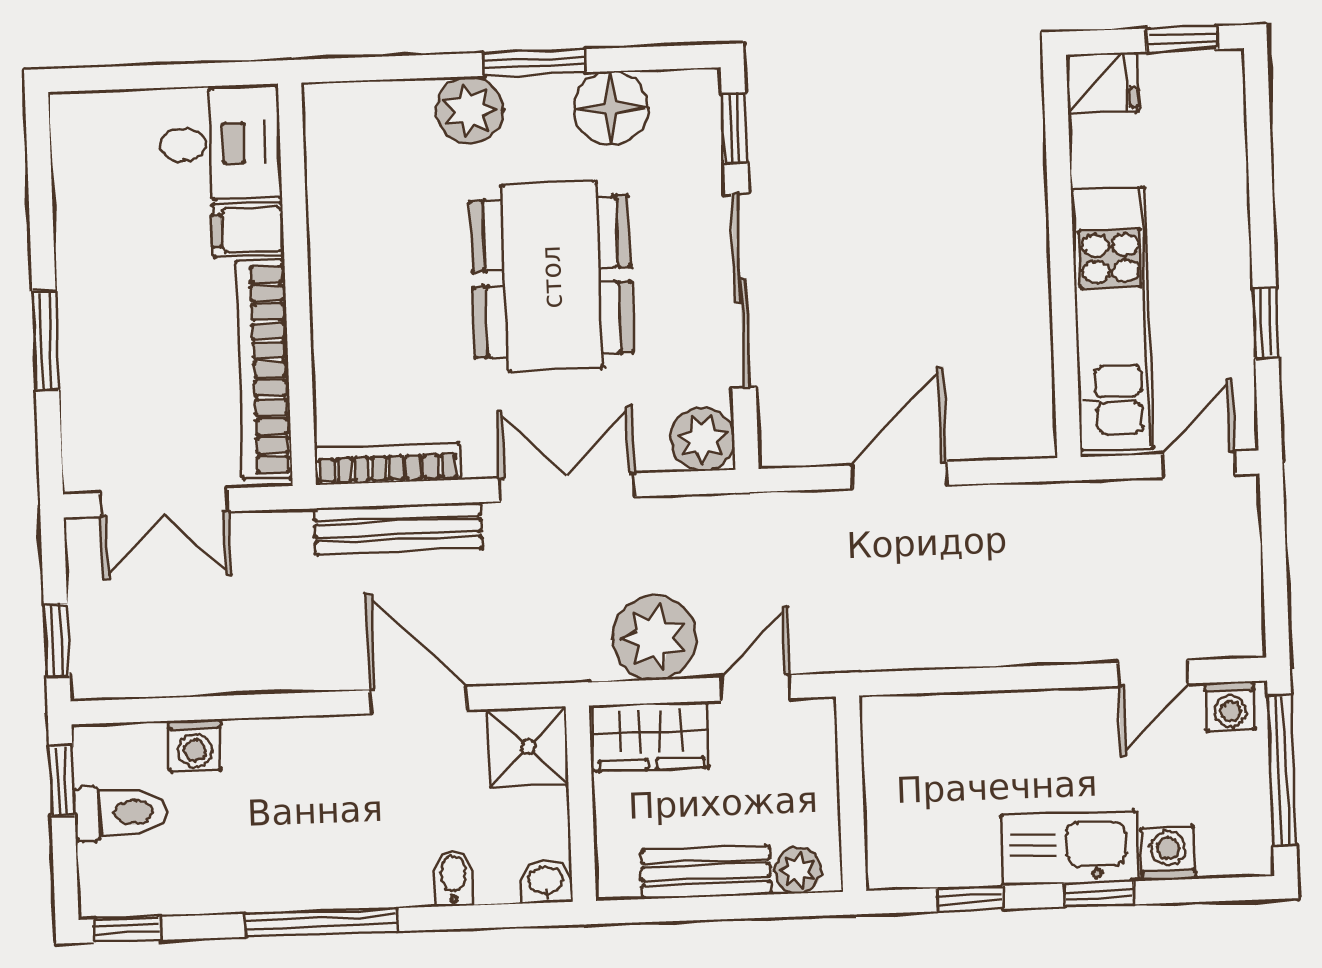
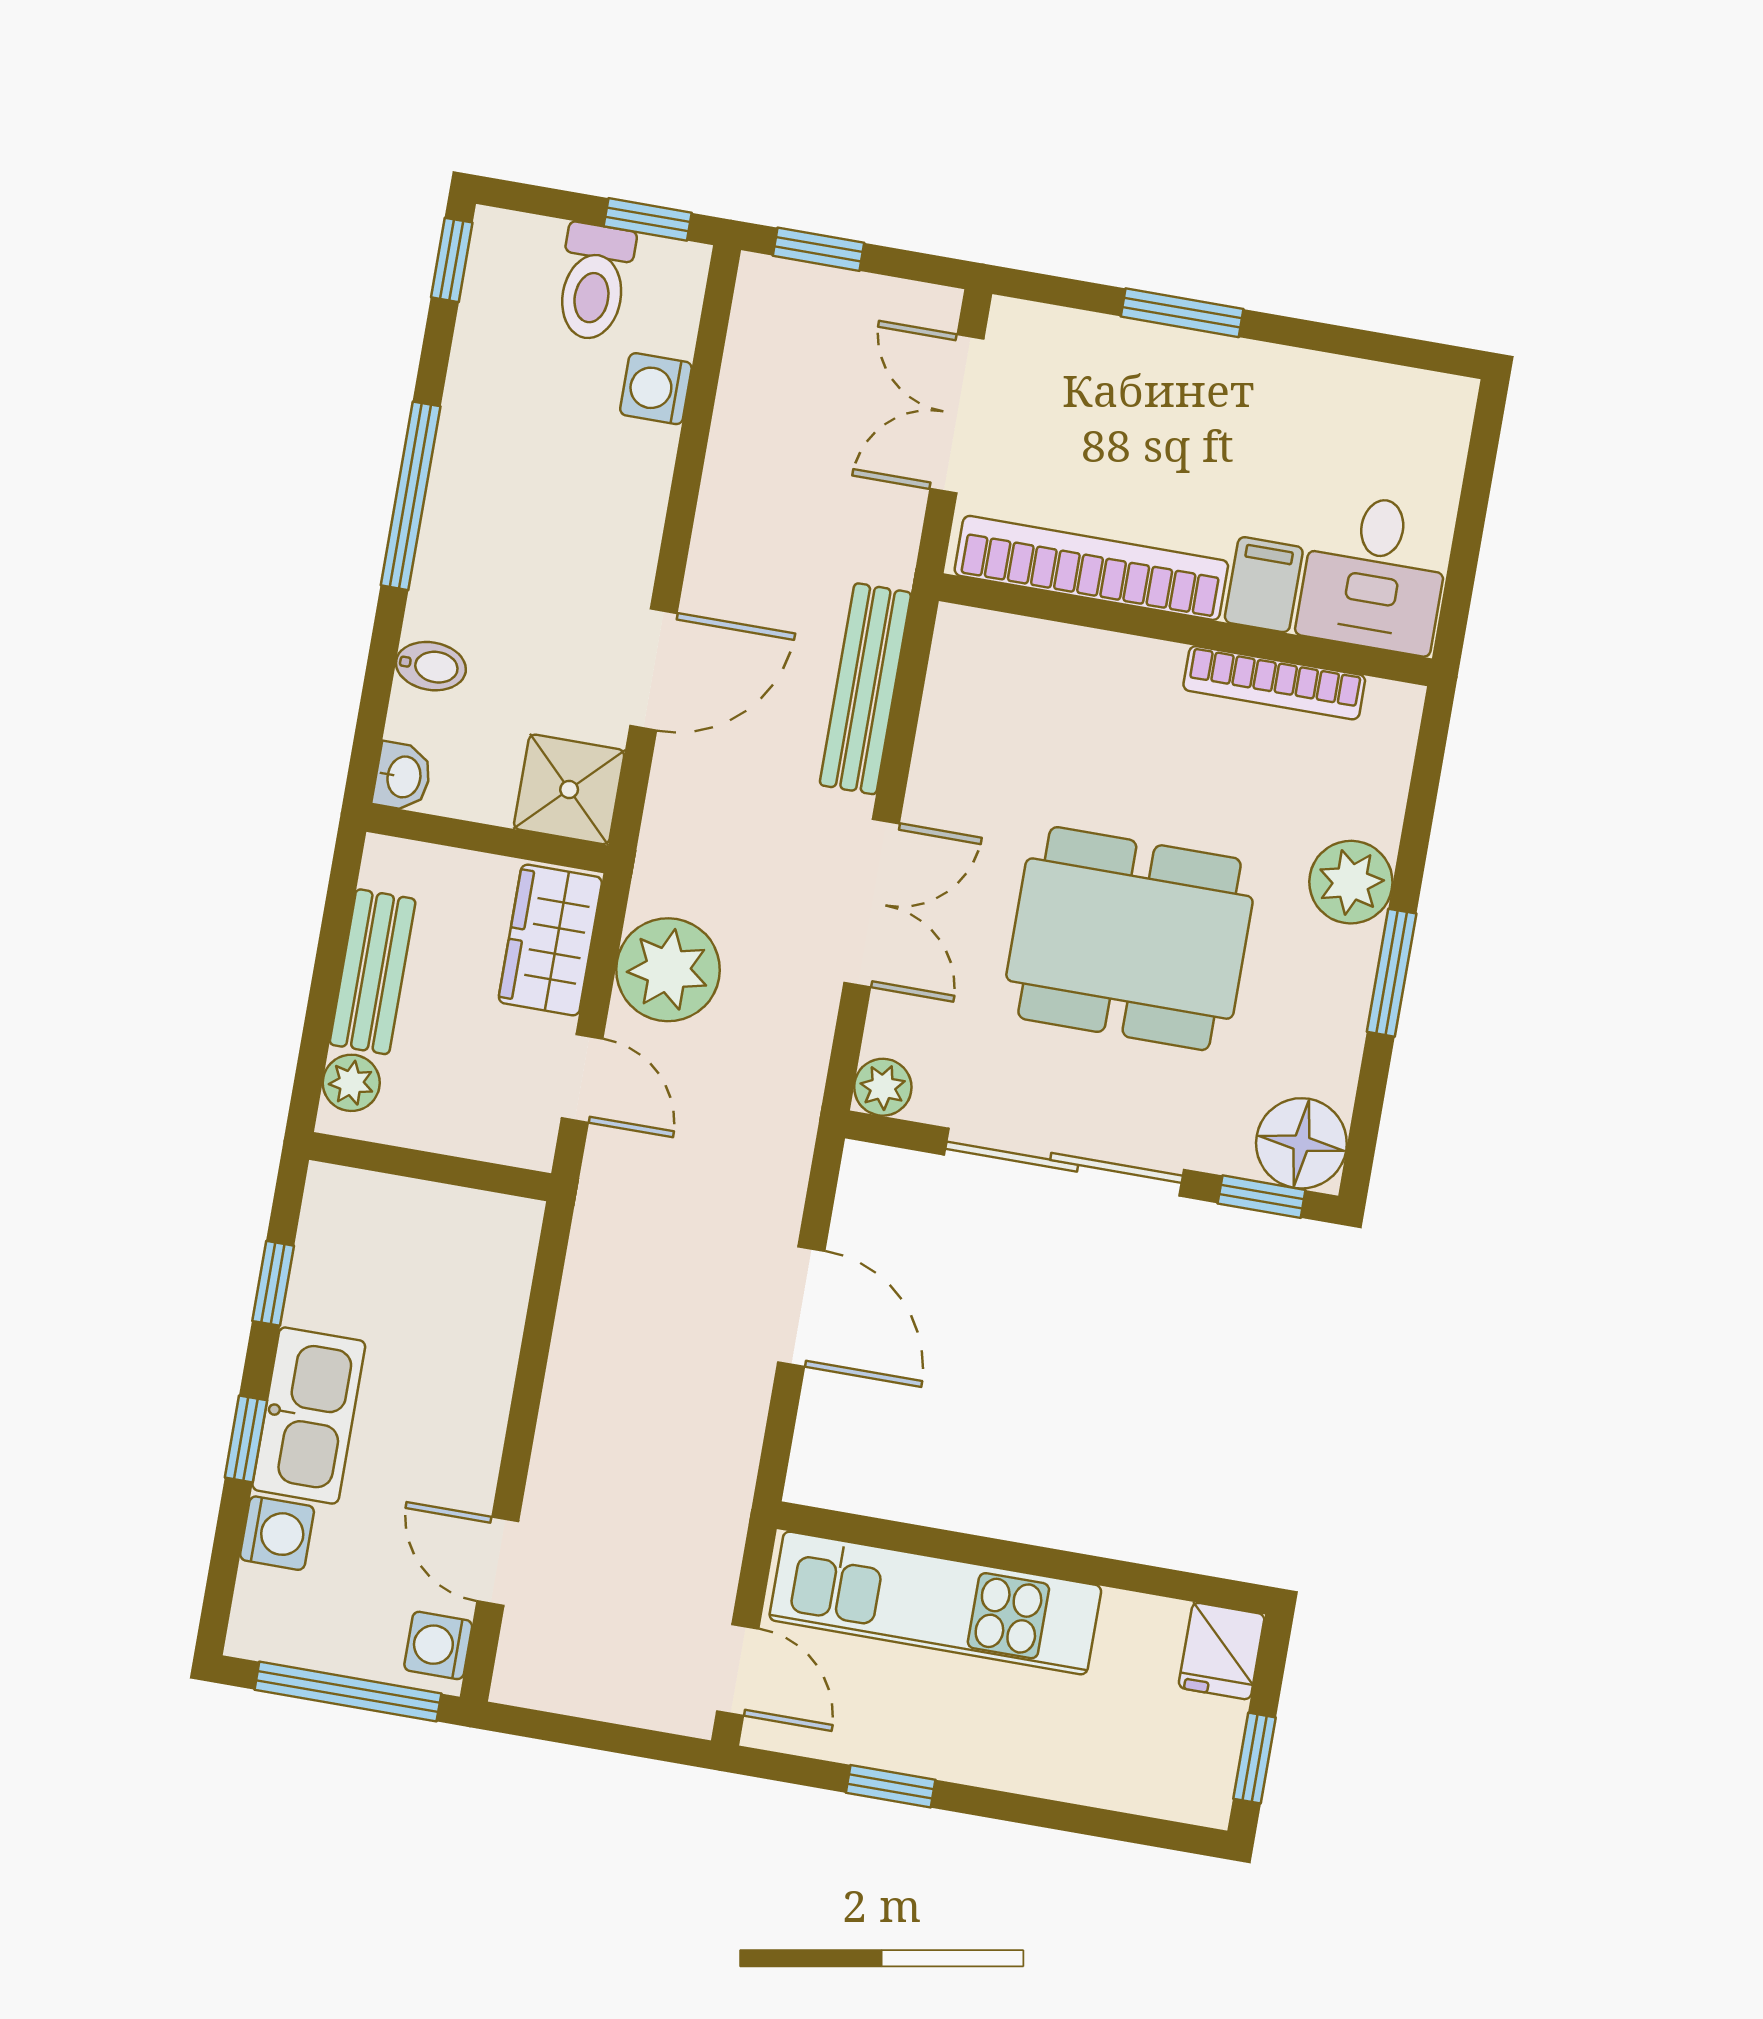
floor lamp: (611, 108) -> (1301, 1143), moved
plant: (703, 439) -> (883, 1087), width x0.73, depth x0.73
bookcase: (387, 464) -> (1274, 683), moved, turned 90

